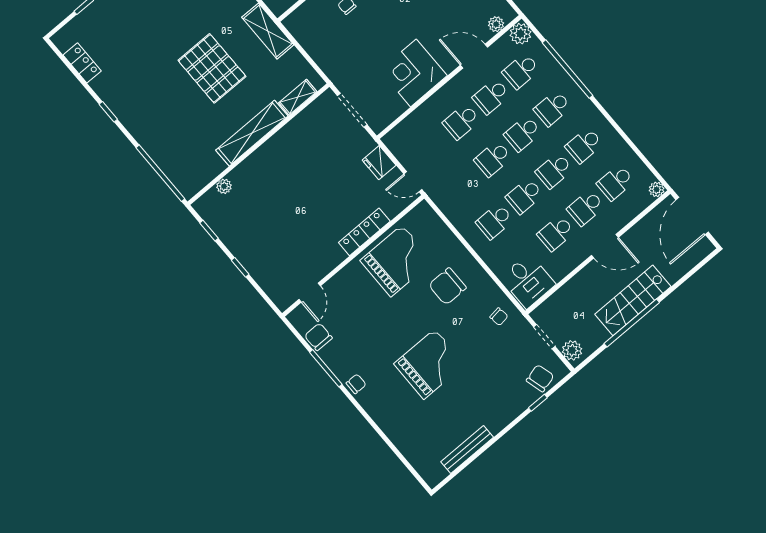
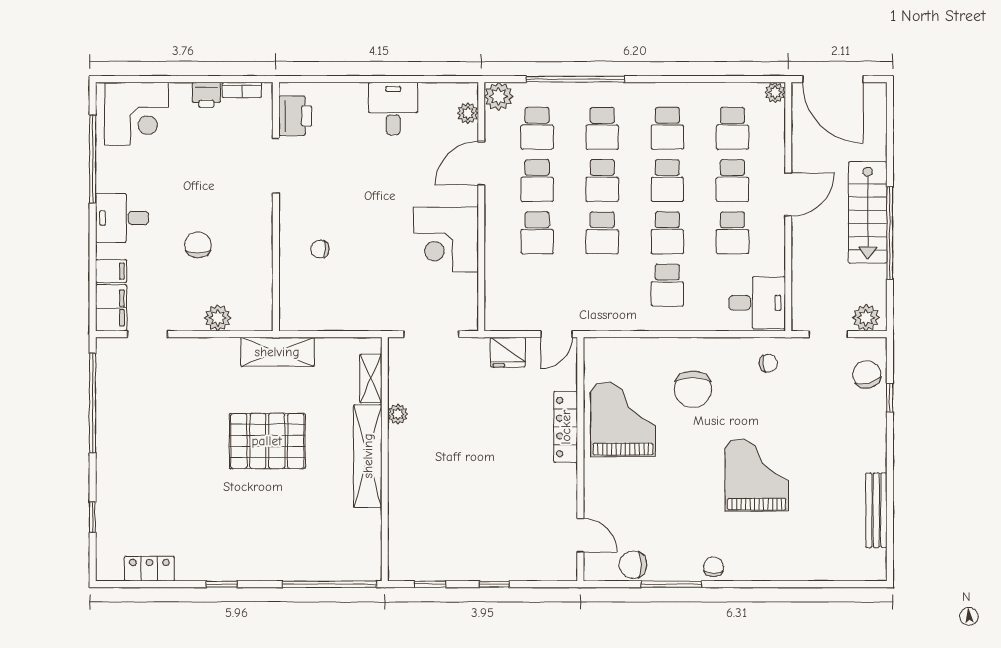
plant: (224, 186) -> (398, 414), moved

